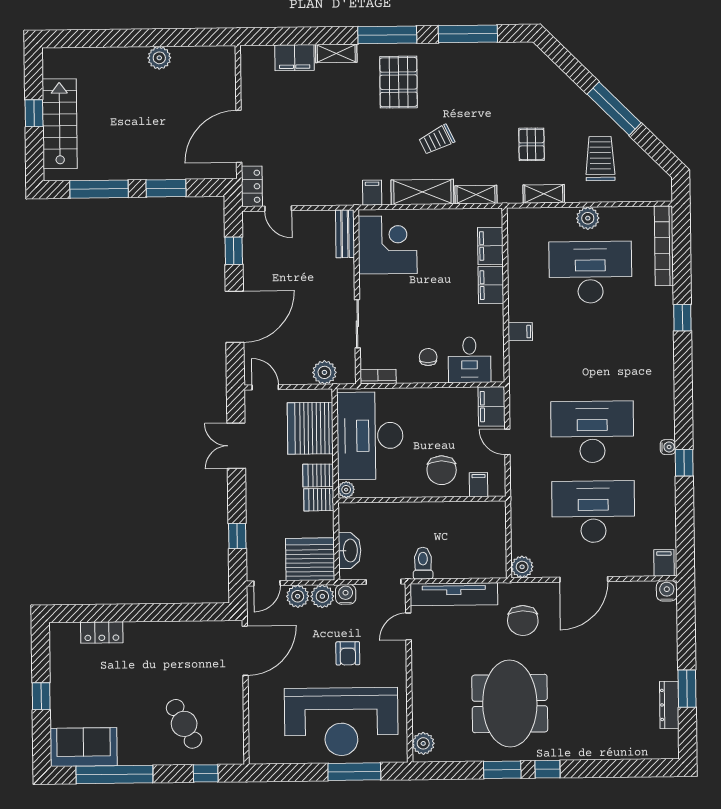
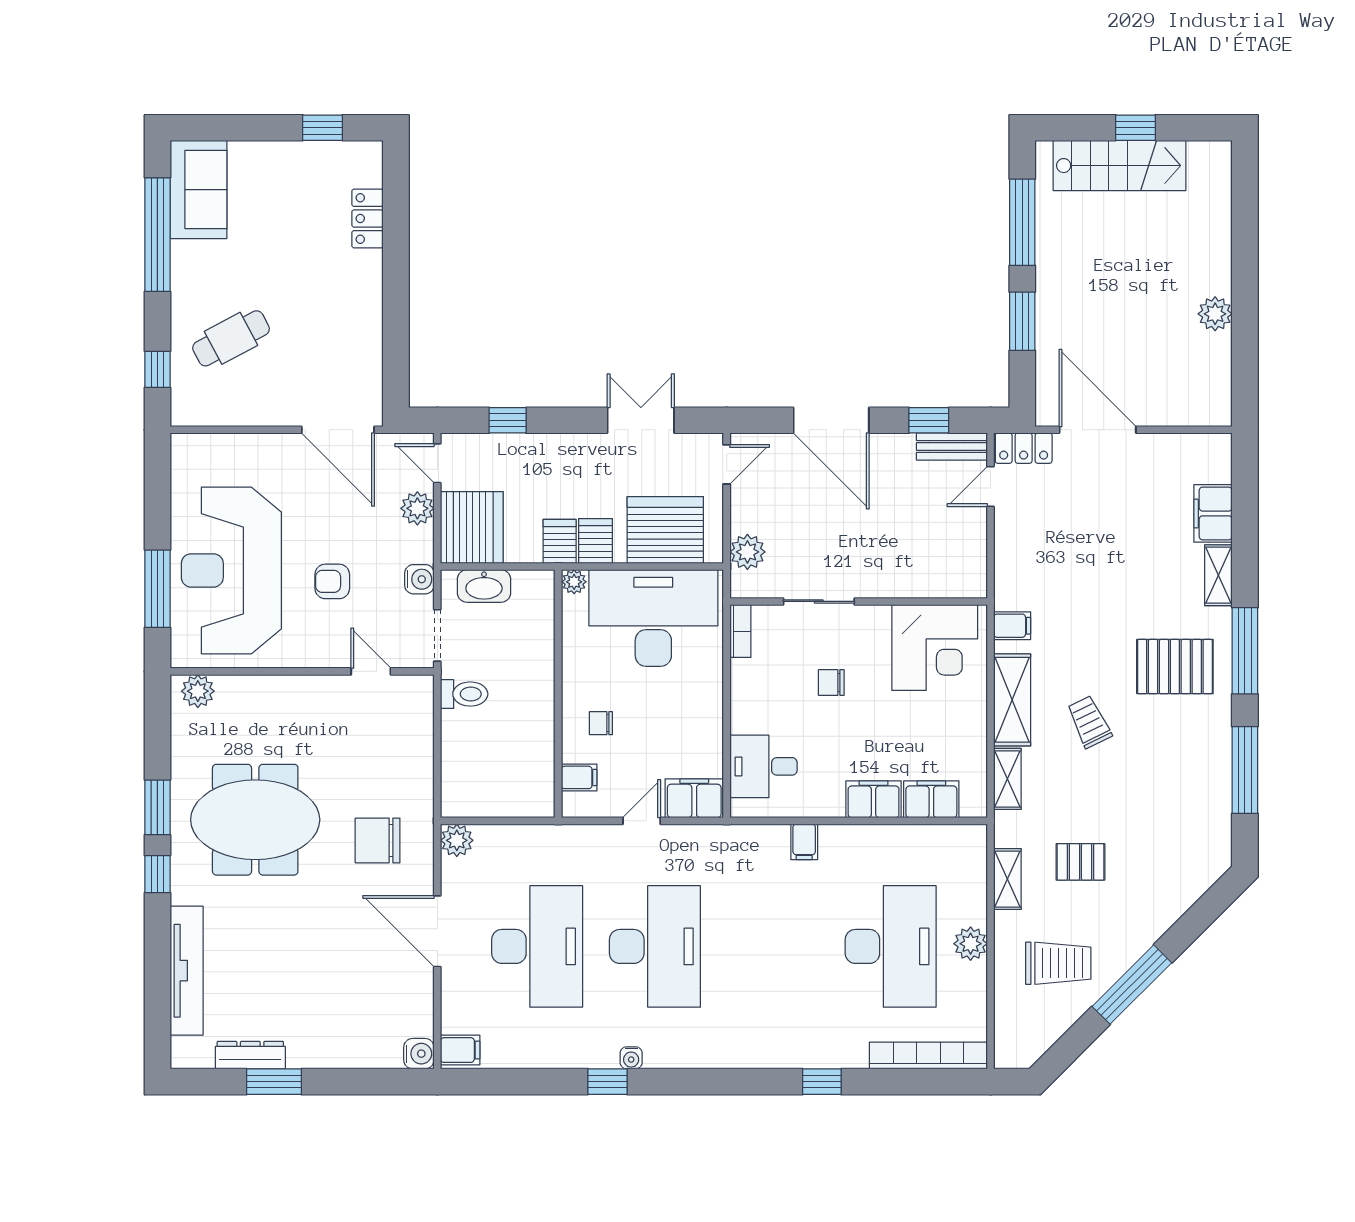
bench: (345, 234) -> (952, 446), moved
chair: (428, 357) -> (831, 683), moved, turned 180
chair: (442, 470) -> (601, 723), width x0.54, depth x0.54
tv unit: (454, 594) -> (187, 971), moved, turned 180
plant: (322, 596) -> (417, 545), removed
window: (41, 696) -> (322, 128), moved

